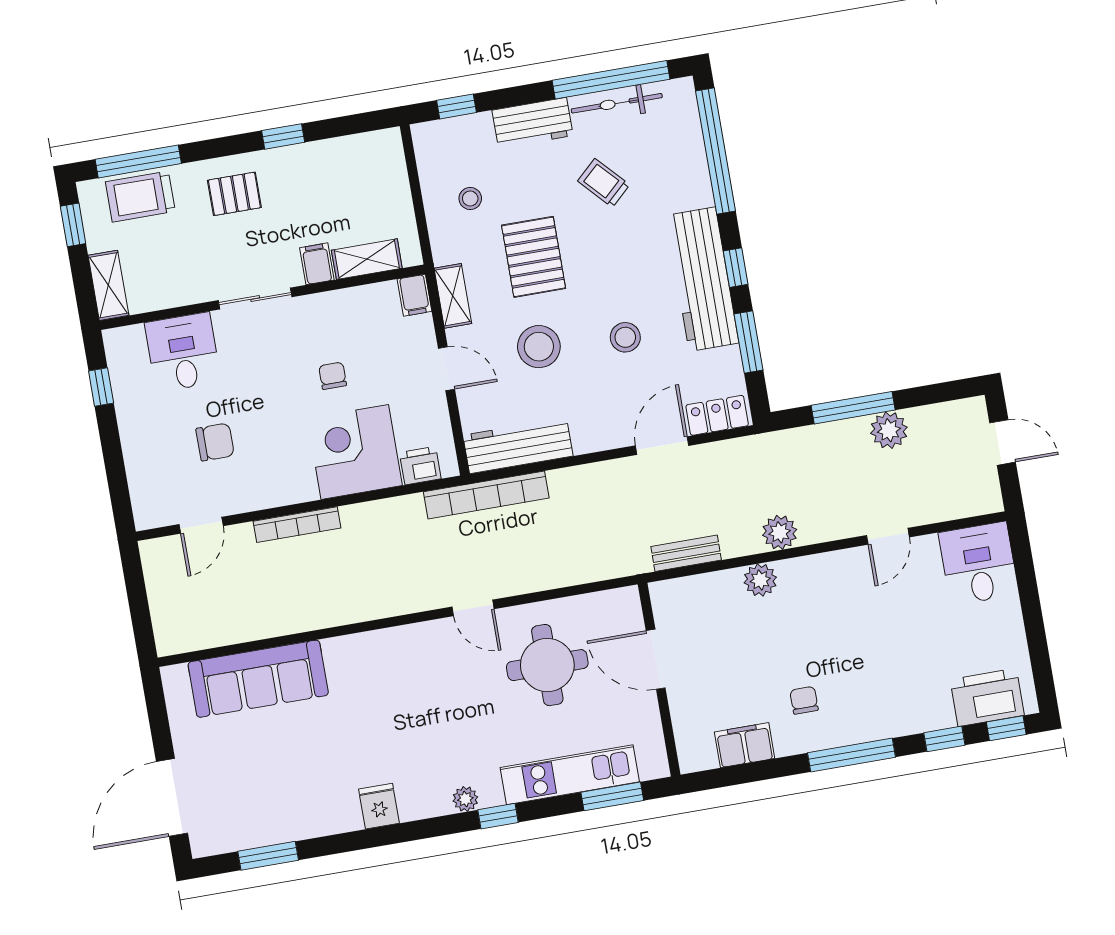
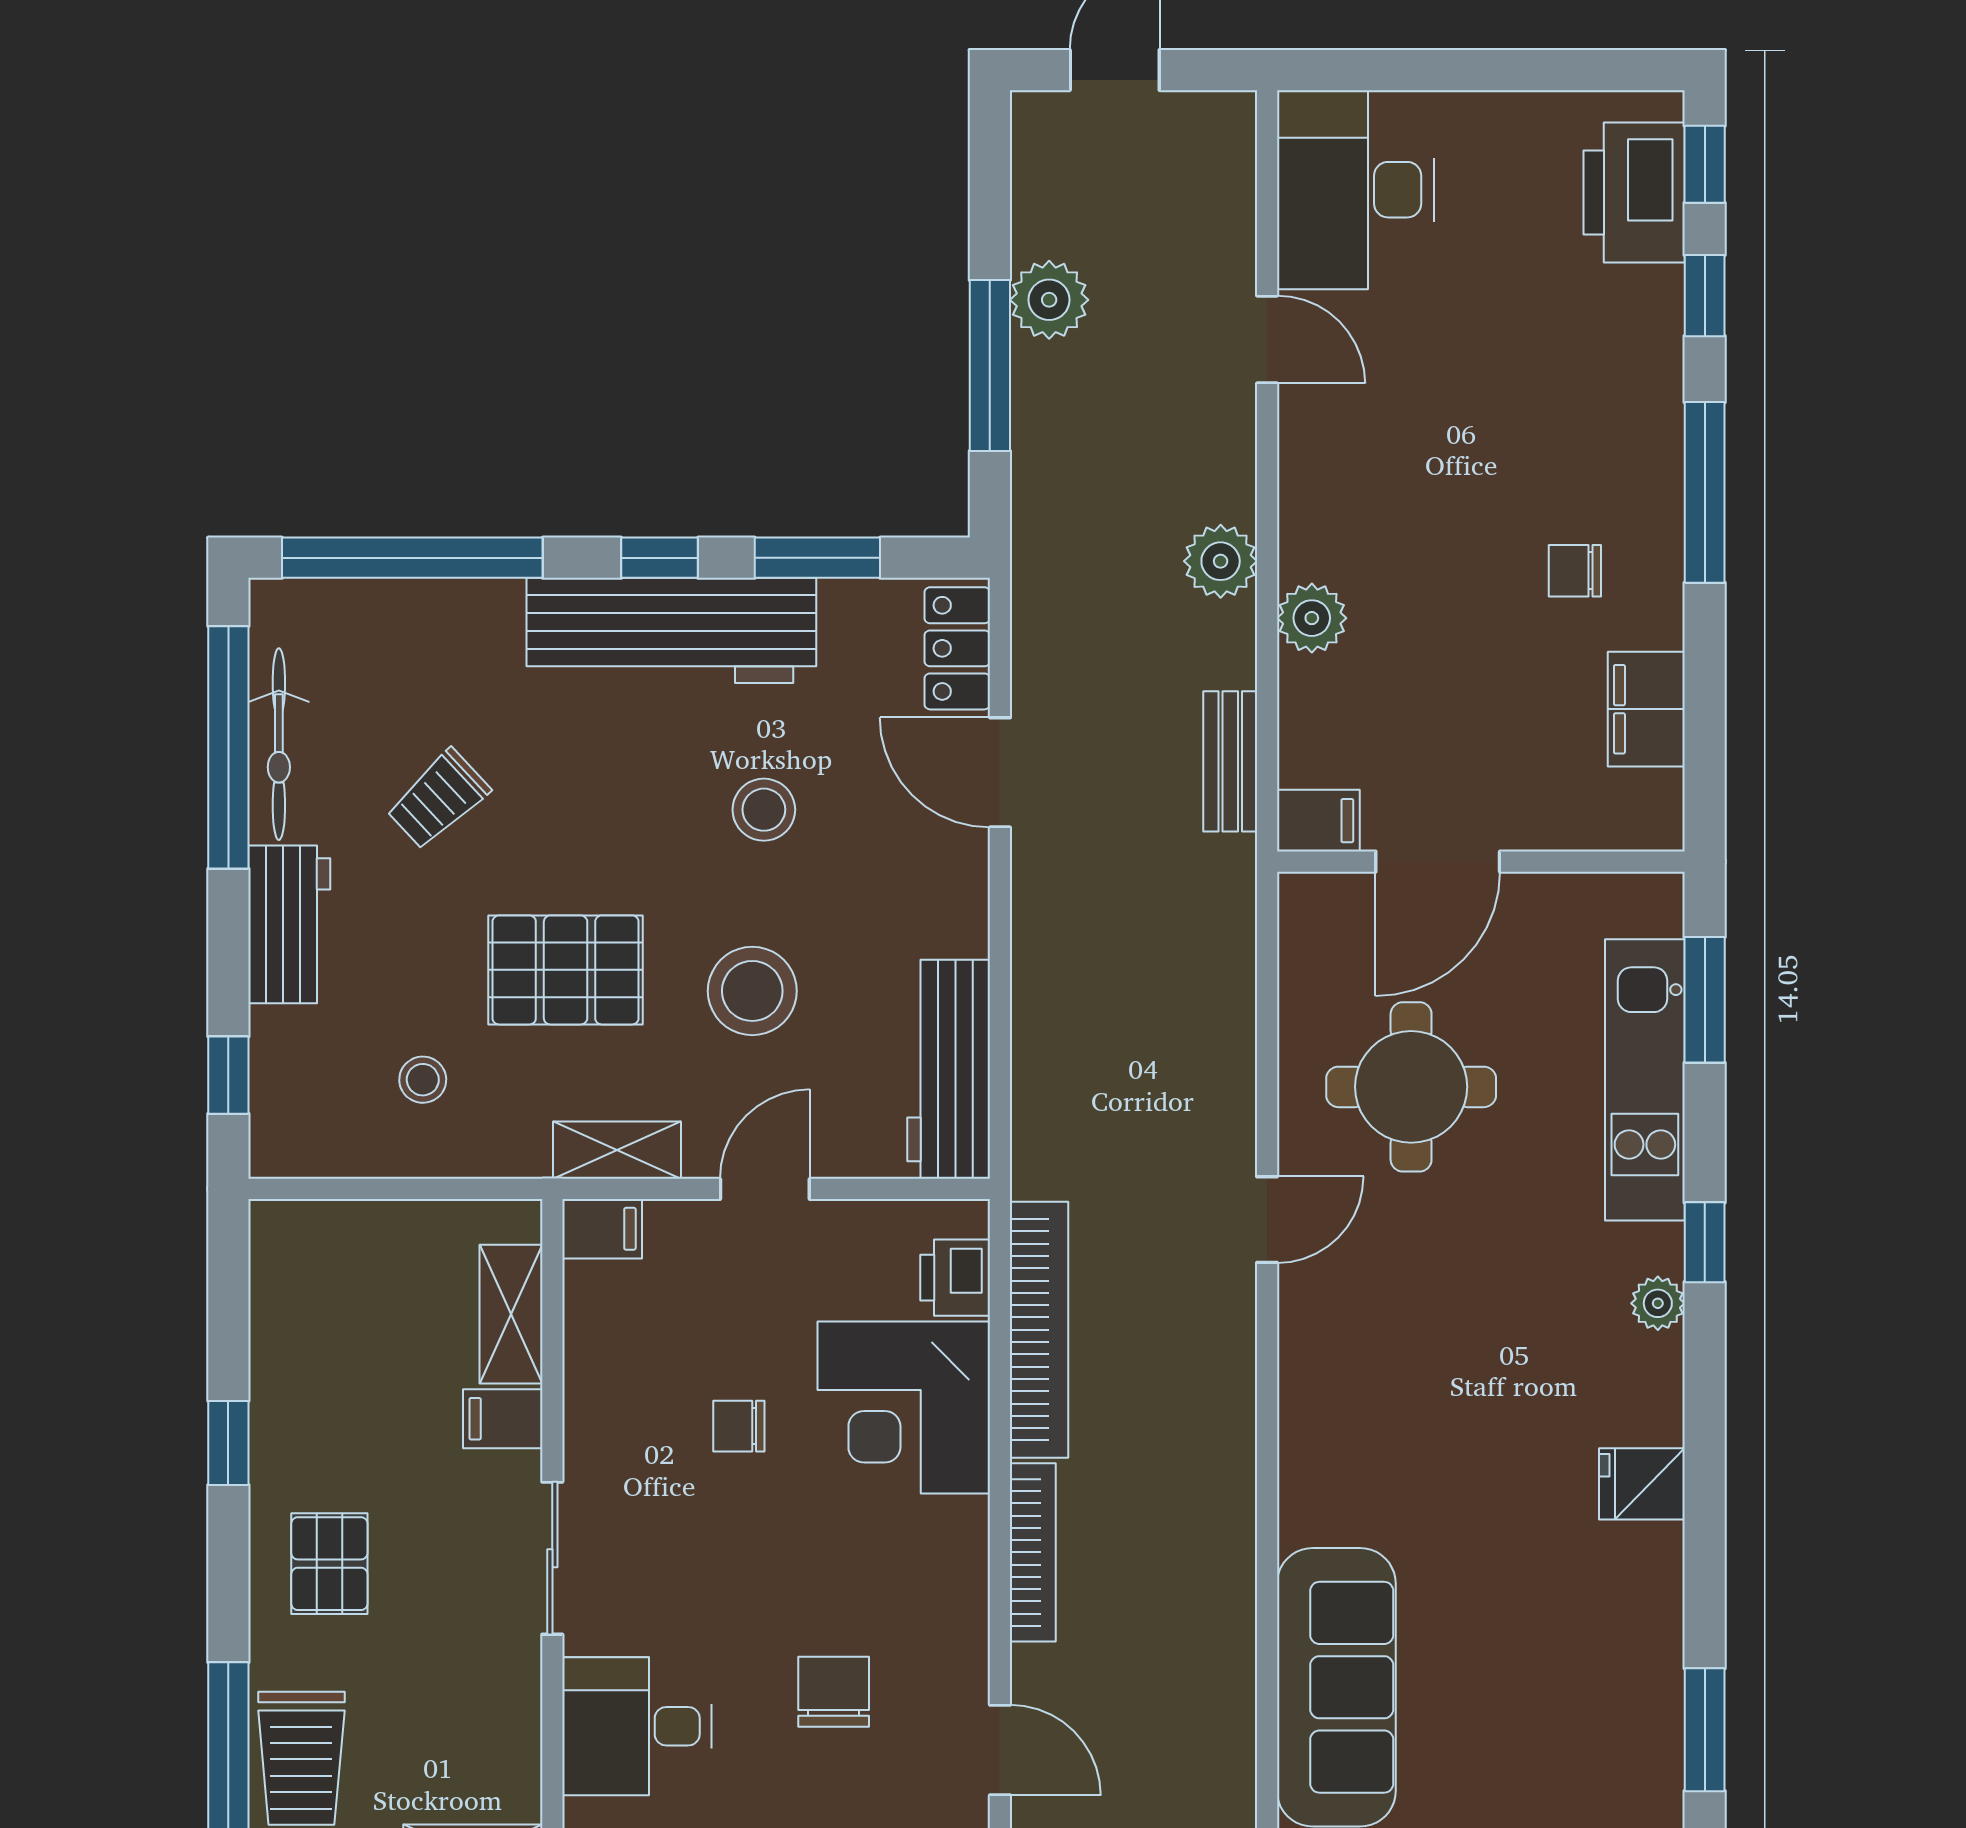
bookcase: (486, 495) -> (1039, 1330), moved
desk: (979, 563) -> (1355, 190), width x1.37
filing cabinet: (665, 600) -> (1318, 821), added

